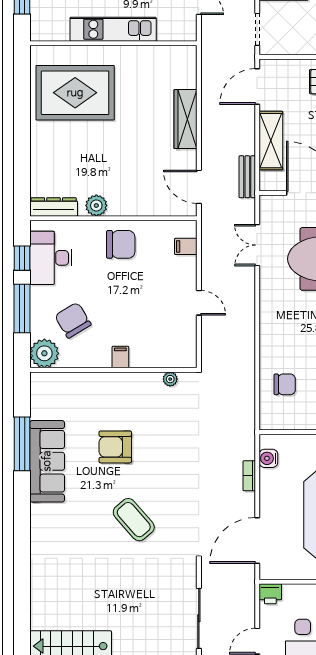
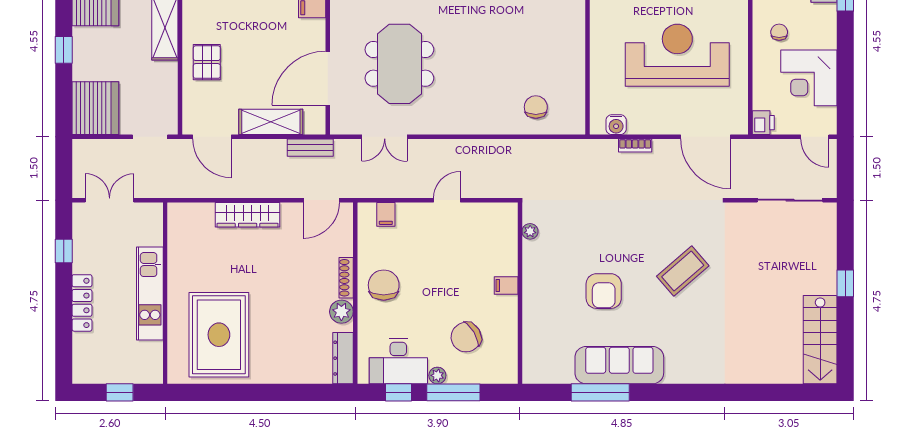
shoe rack: (128, 210) -> (346, 278), added
plant: (44, 353) -> (437, 375), moved, width x0.53, depth x0.53

